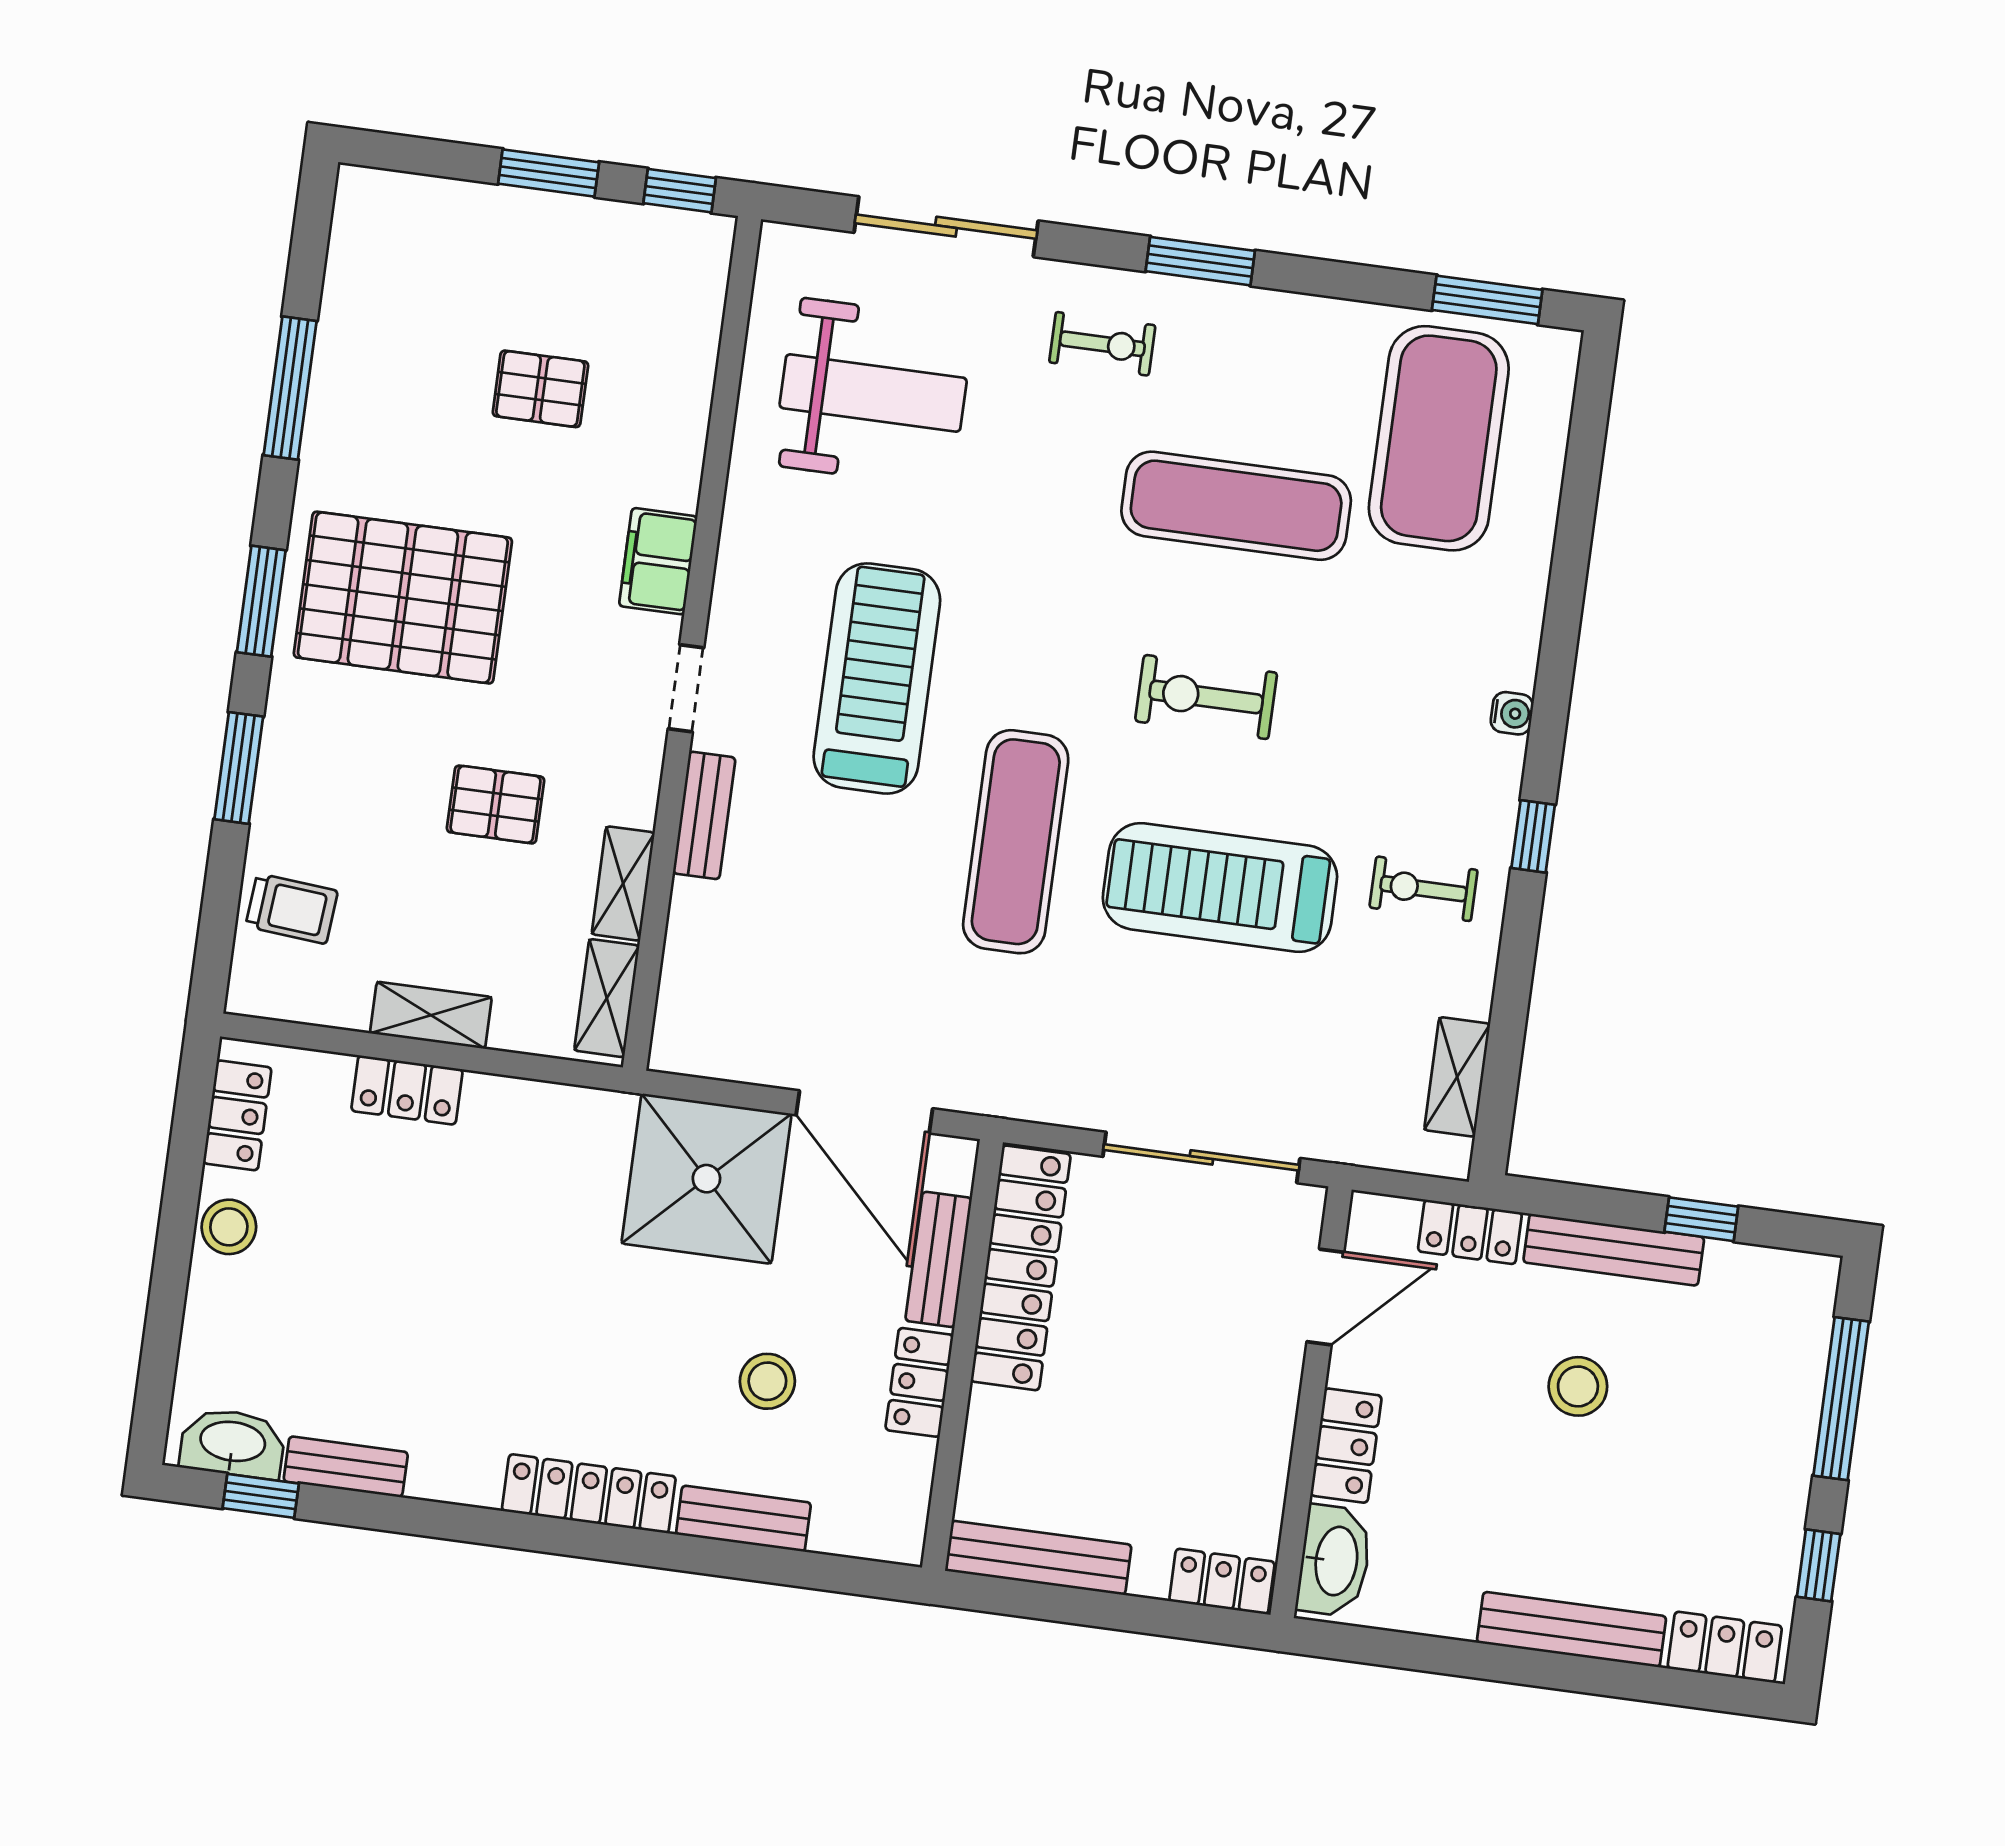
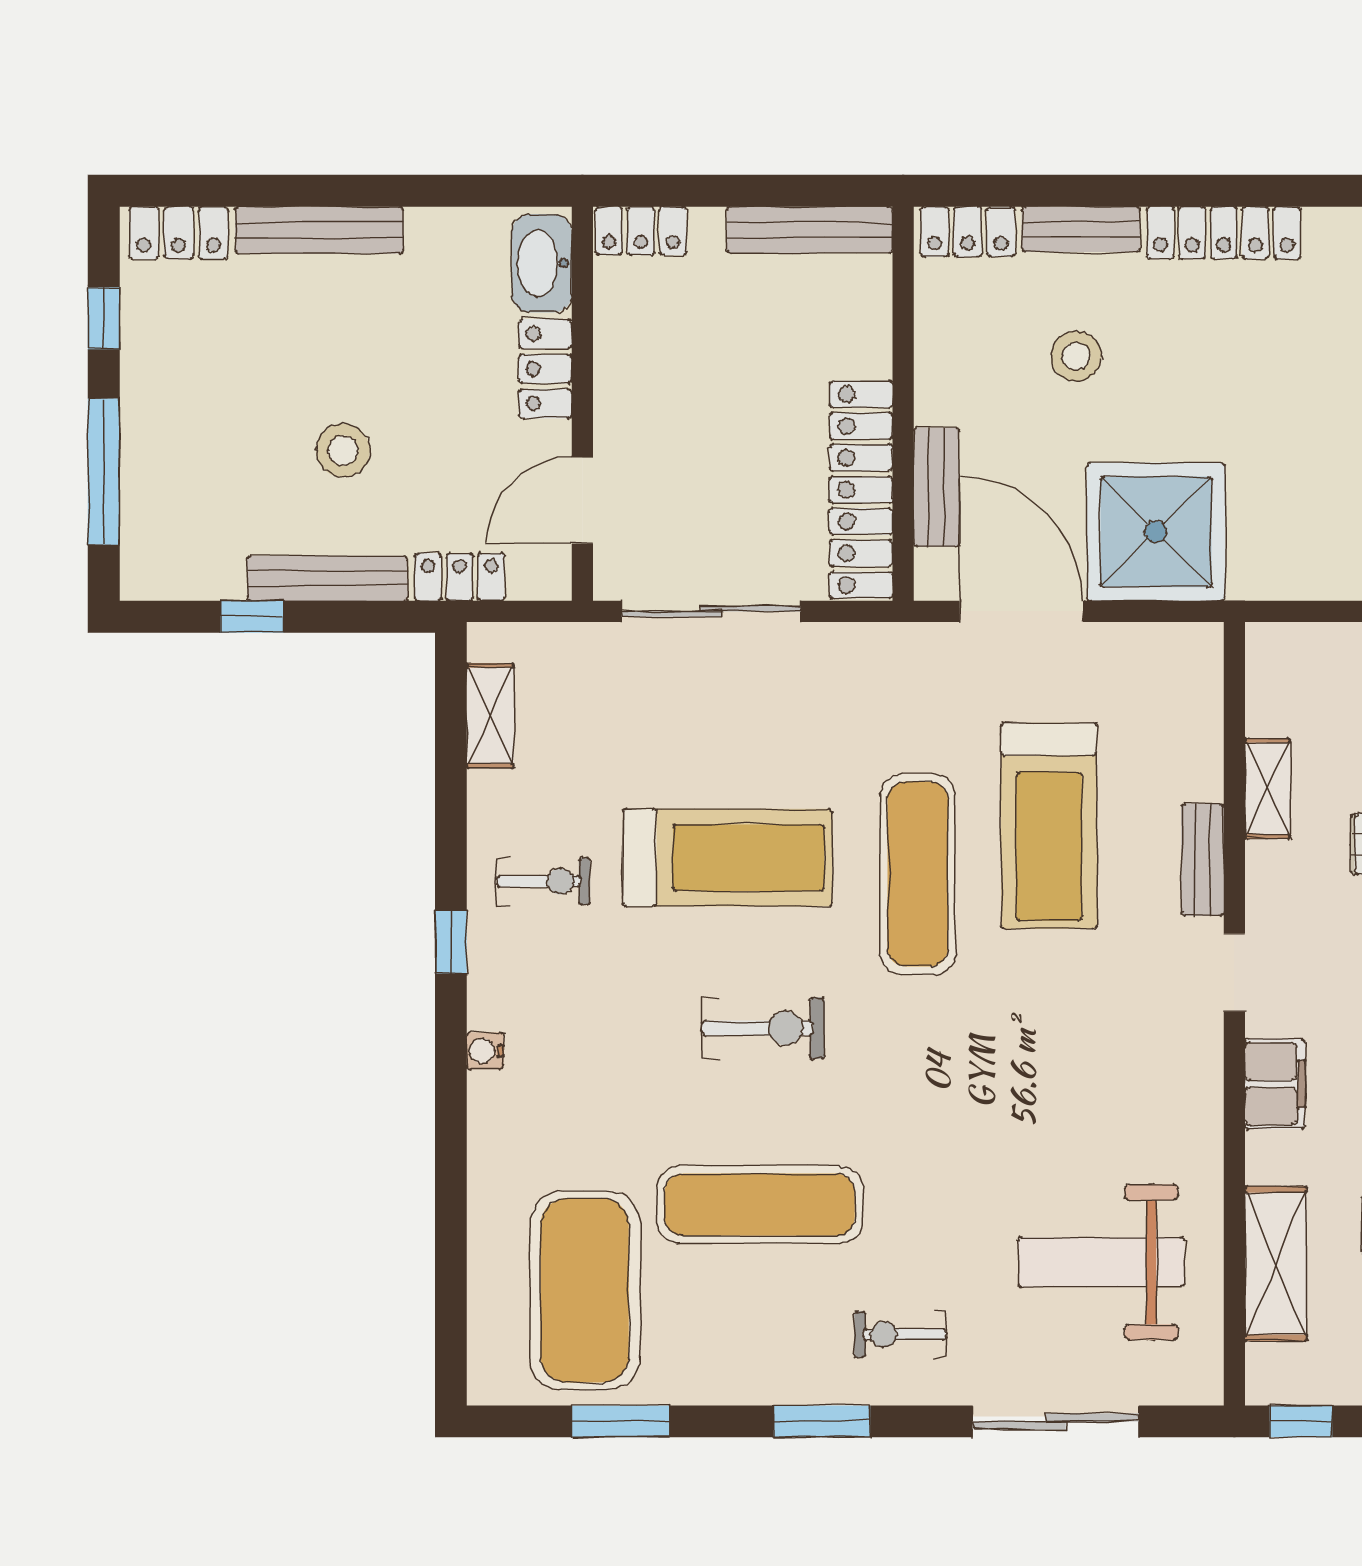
window: (1487, 300) -> (620, 1421), moved
treadmill: (877, 678) -> (1049, 826), moved
shelving: (607, 998) -> (1276, 1264), moved, width x1.50, depth x1.33
locker: (919, 1382) -> (968, 232), moved, turned 90

